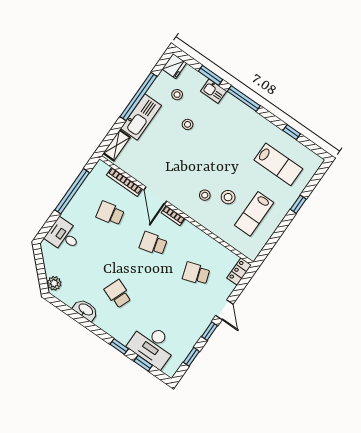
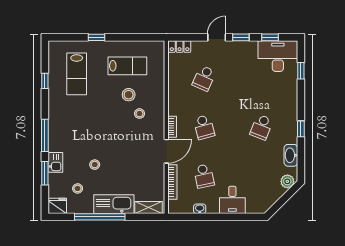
lab bench: (278, 164) -> (77, 74), turned 180
washbasin: (84, 189) -> (200, 209), added
window: (72, 191) -> (207, 217), removed
desk: (63, 236) -> (232, 200), moved
school desk: (196, 274) -> (204, 78), turned 42
washbasin: (86, 310) -> (291, 155), moved
desk: (152, 345) -> (278, 56), moved, turned -90
window: (119, 346) -> (301, 129), moved

